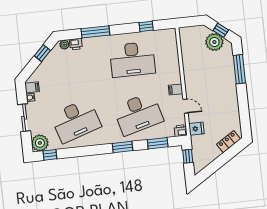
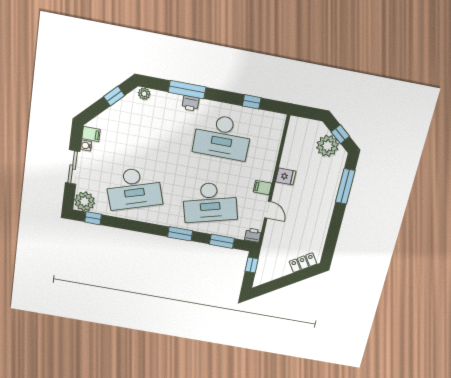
printer: (76, 44) -> (190, 103), moved
fridge: (196, 129) -> (286, 176), moved

